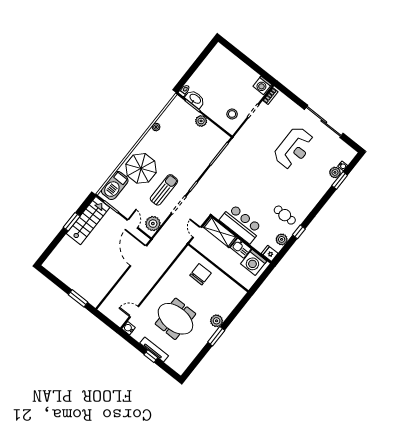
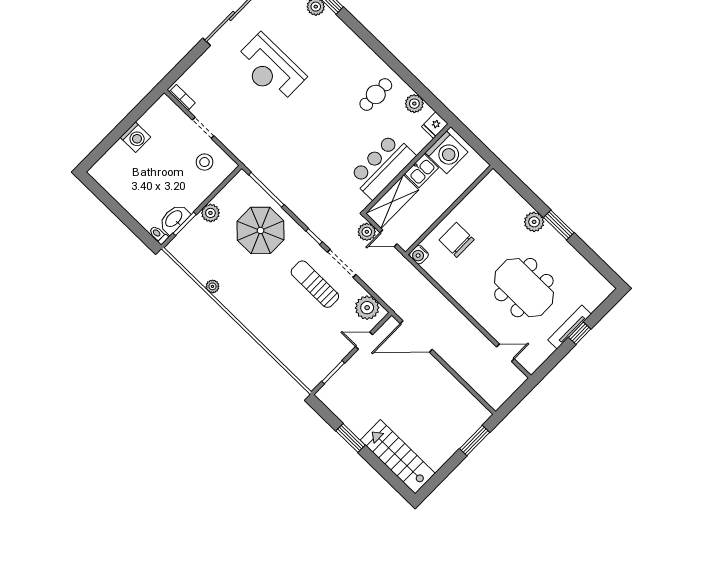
washing machine: (262, 85) -> (135, 137), moved
reception desk: (294, 148) -> (270, 68), turned 180
parasol: (141, 168) -> (261, 230), moved
barbecue: (115, 186) -> (300, 363), removed
plant: (200, 218) -> (367, 232), added
stairs: (88, 221) -> (398, 457), moved
window: (299, 232) -> (405, 75), removed
door: (134, 312) -> (505, 353), swing flipped
meeting table: (175, 319) -> (524, 288), turned 90
water cooler: (129, 328) -> (419, 255), moved

